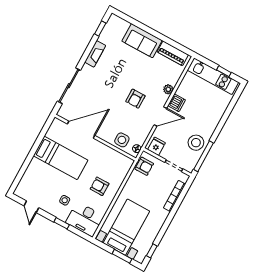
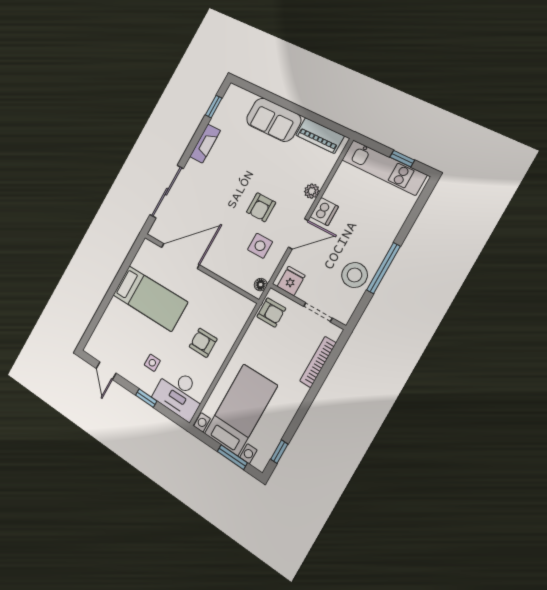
side table: (122, 140) -> (260, 246), moved
window: (204, 156) -> (383, 268), moved

